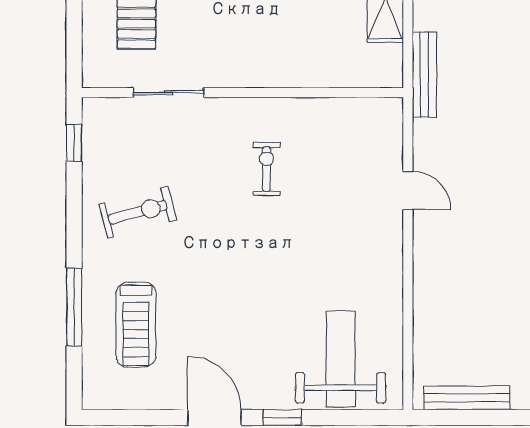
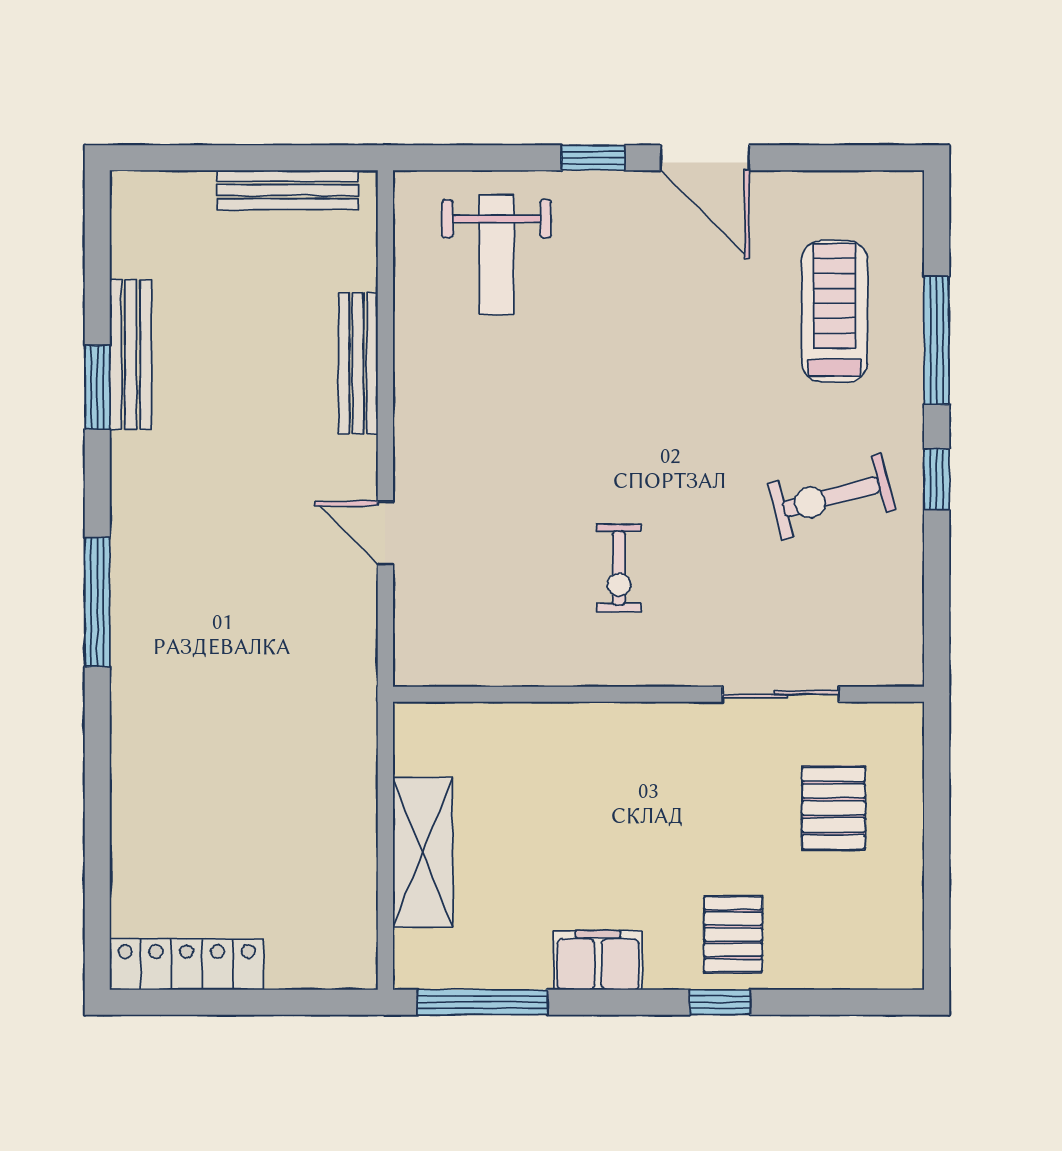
bench: (424, 75) -> (358, 363), moved
window: (74, 143) -> (937, 480), moved
weight bench: (341, 359) -> (497, 255), width x0.73, depth x0.75

